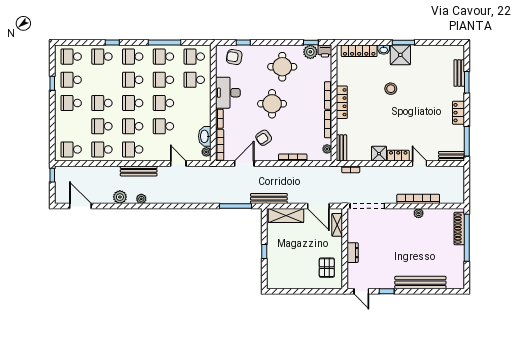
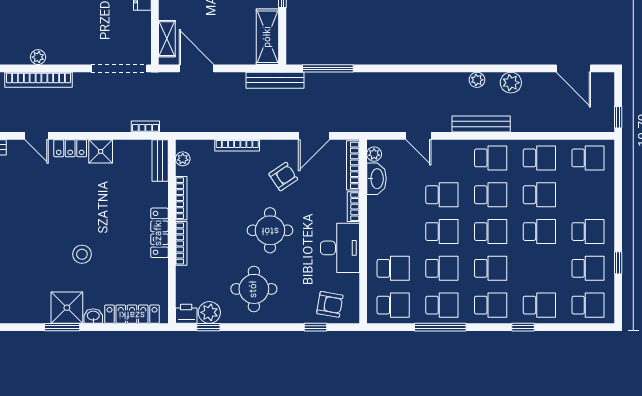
shelving: (286, 215) -> (268, 37), moved, turned 90

